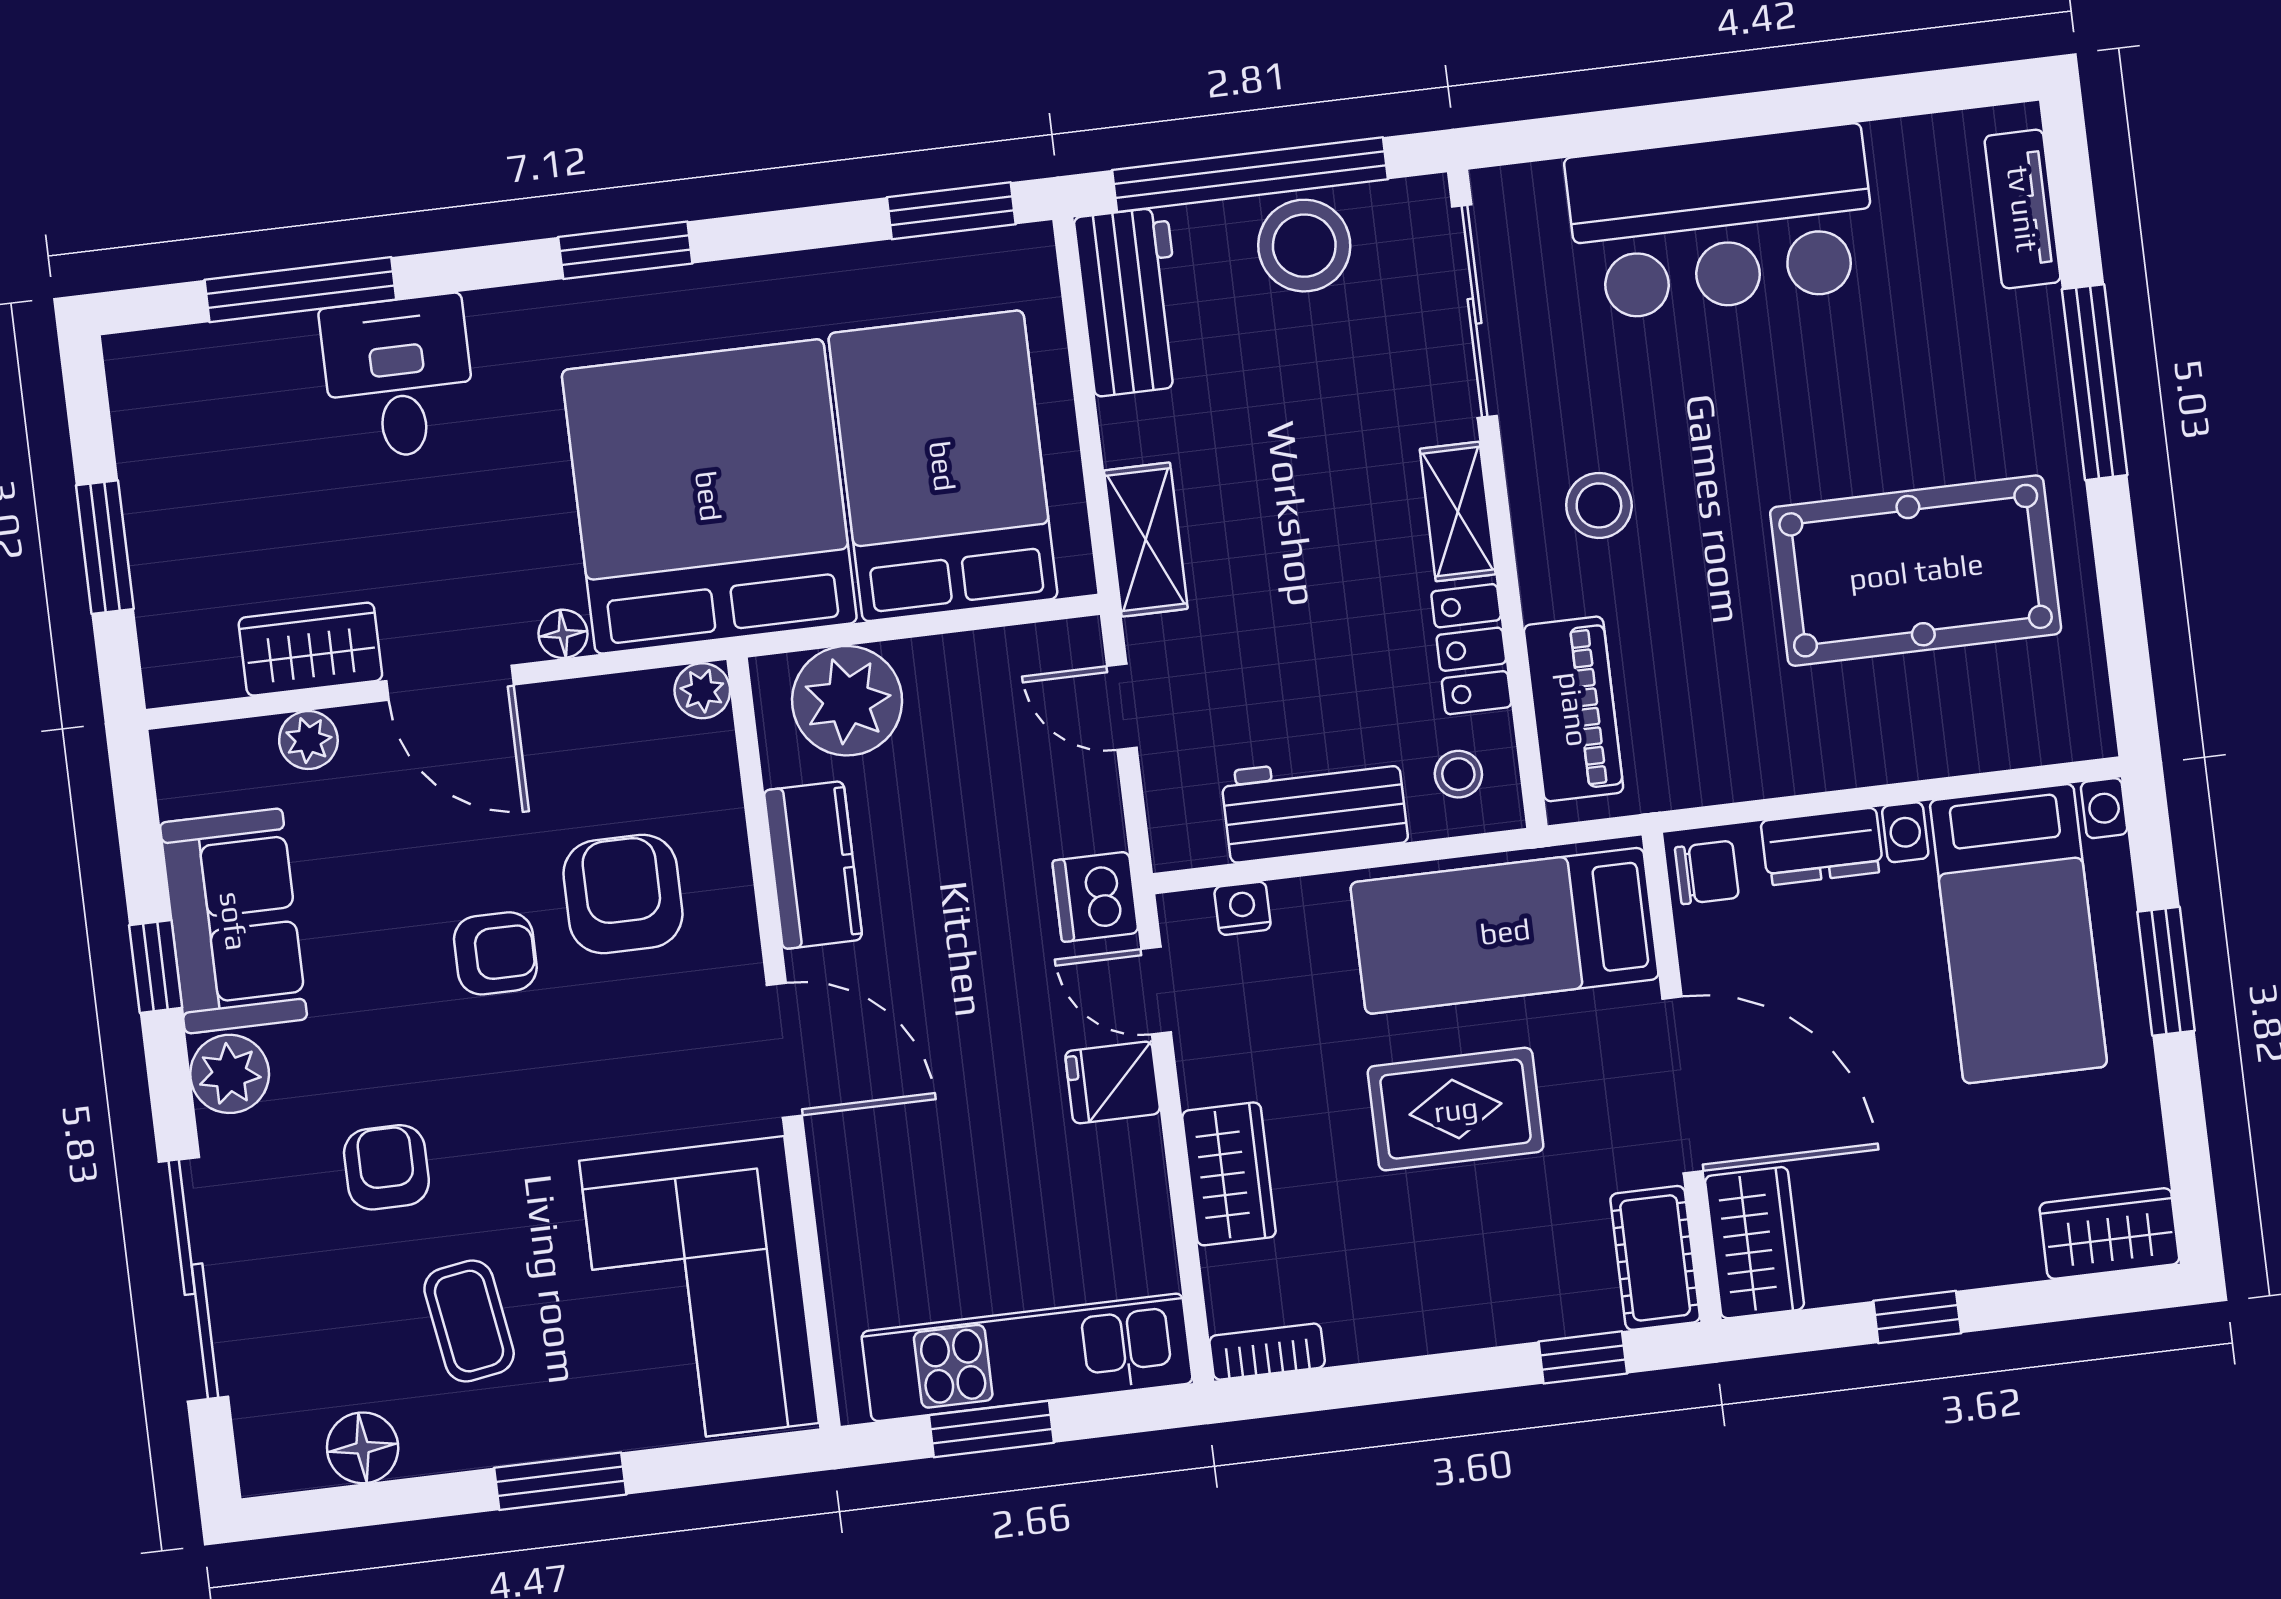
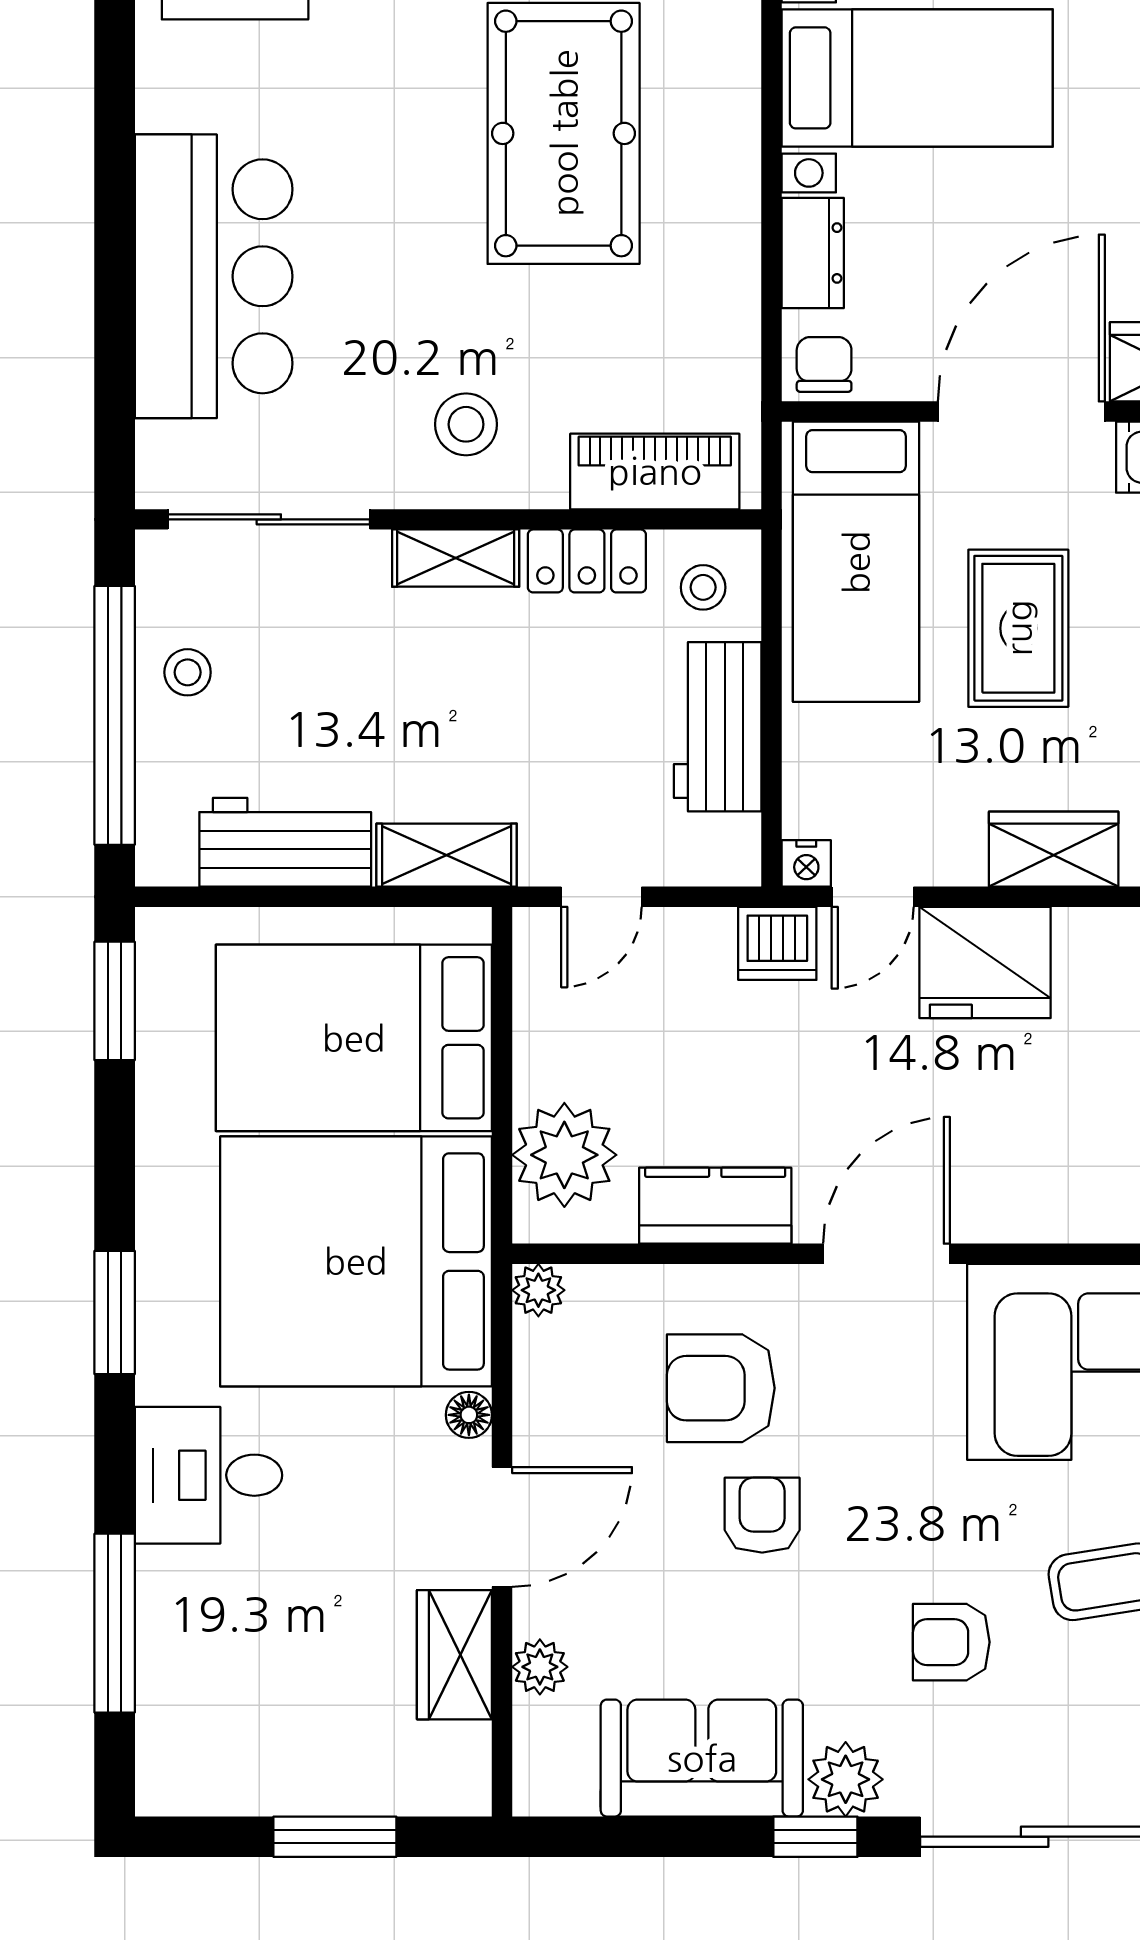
stool: (1304, 246) -> (188, 672), width x0.53, depth x0.53
workbench: (1131, 302) -> (285, 842), moved
desk: (399, 377) -> (209, 1475), moved
nightstand: (1243, 908) -> (806, 863), moved, turned -90
window: (156, 966) -> (815, 1837), moved
fridge: (1113, 1082) -> (985, 962), width x1.88, depth x1.34

